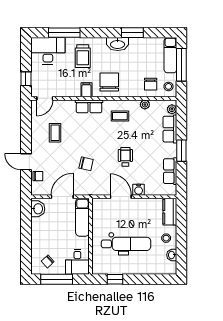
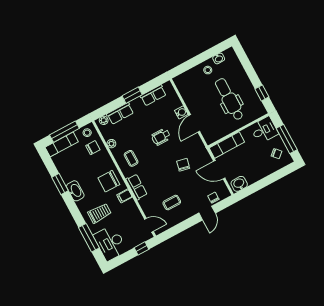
kitchen counter: (170, 212) -> (185, 78), removed

